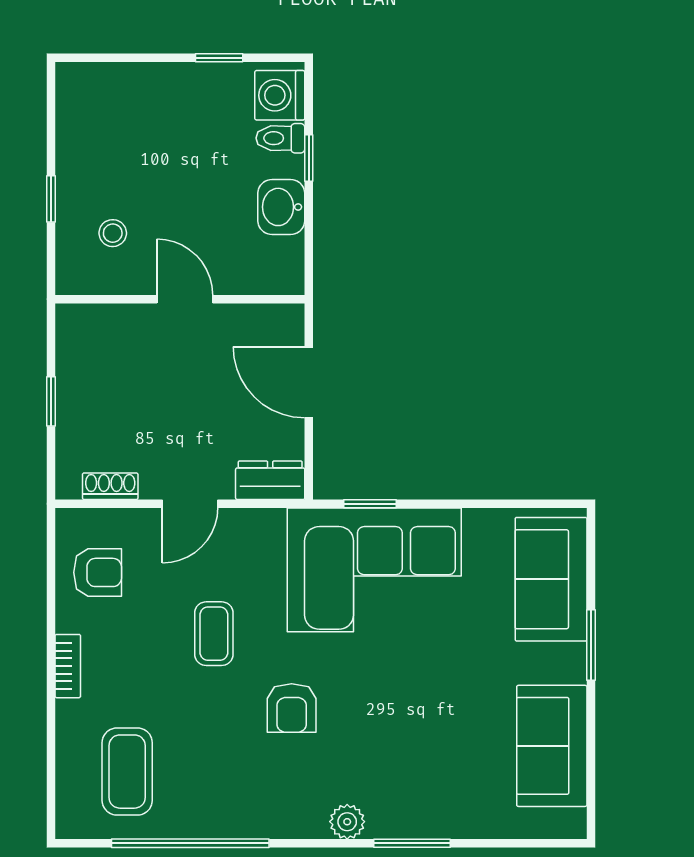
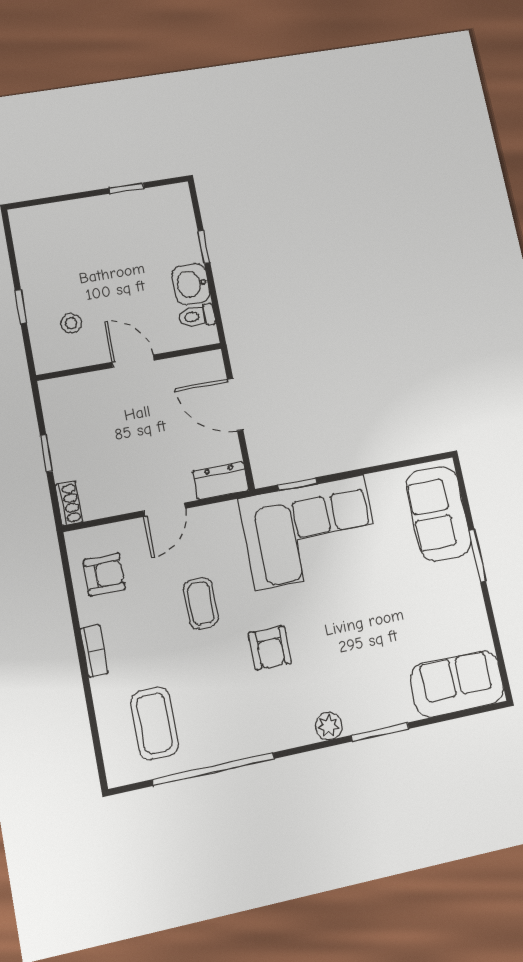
washing machine: (280, 95) -> (175, 207), removed
toilet: (280, 138) -> (197, 316), moved
shoe rack: (110, 486) -> (69, 503), moved, turned 90
sofa: (552, 746) -> (457, 684), moved, turned 90

